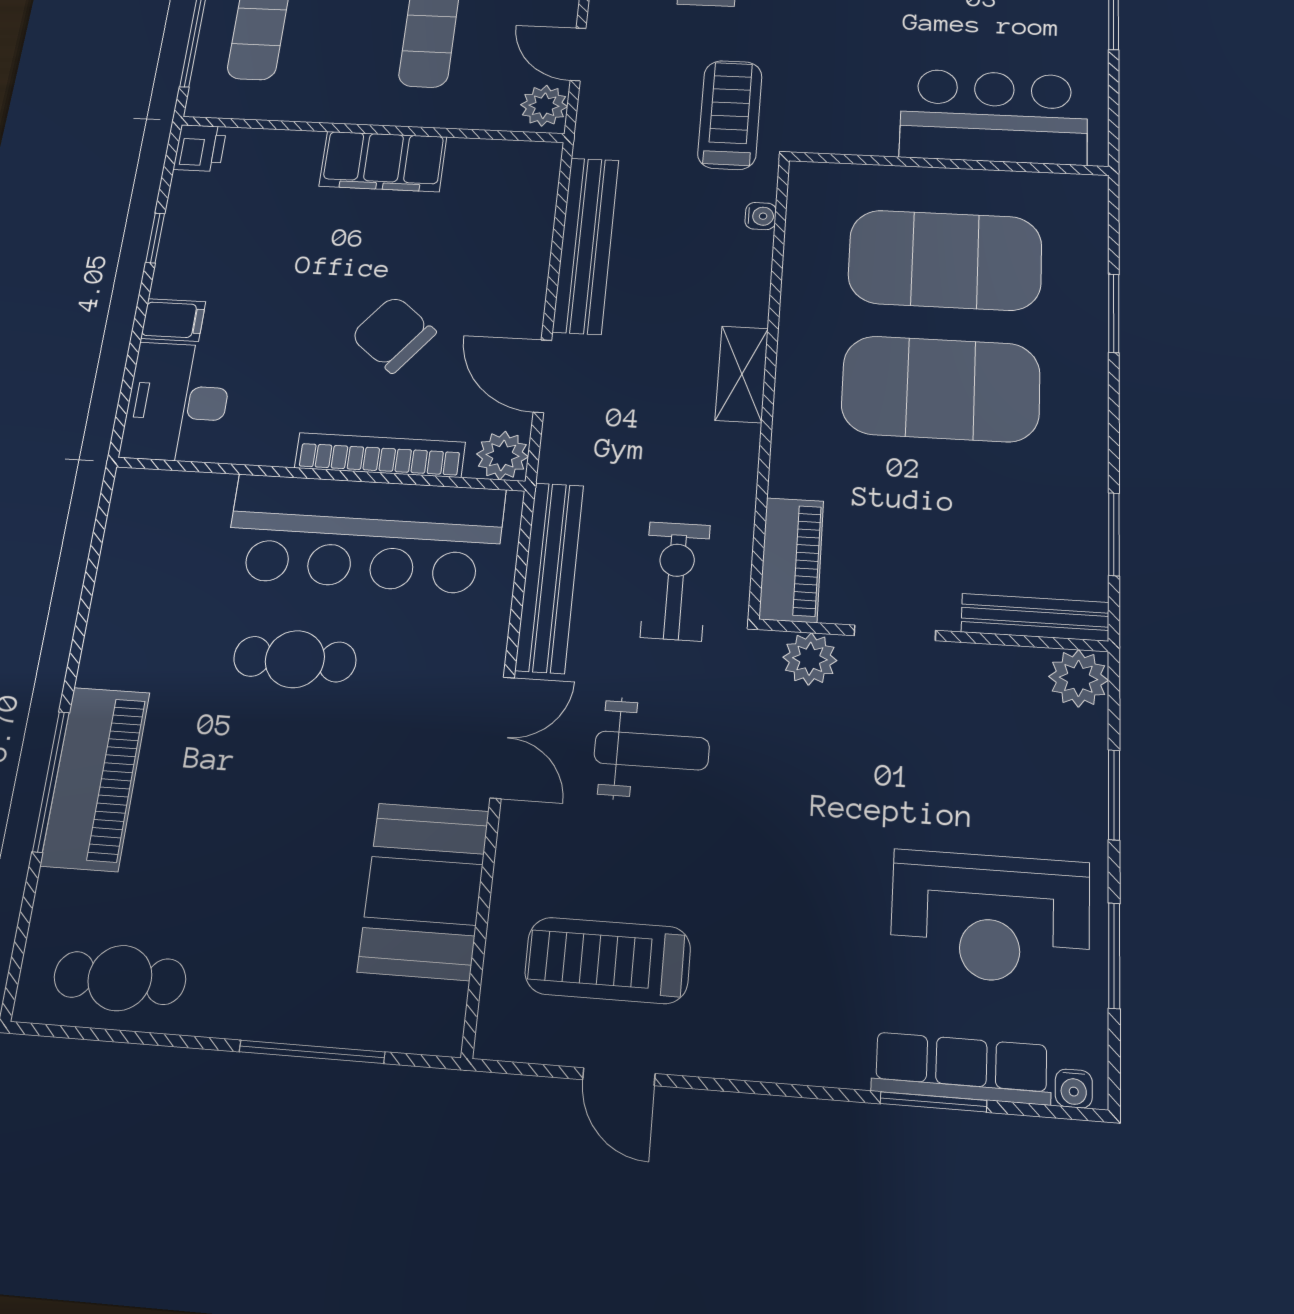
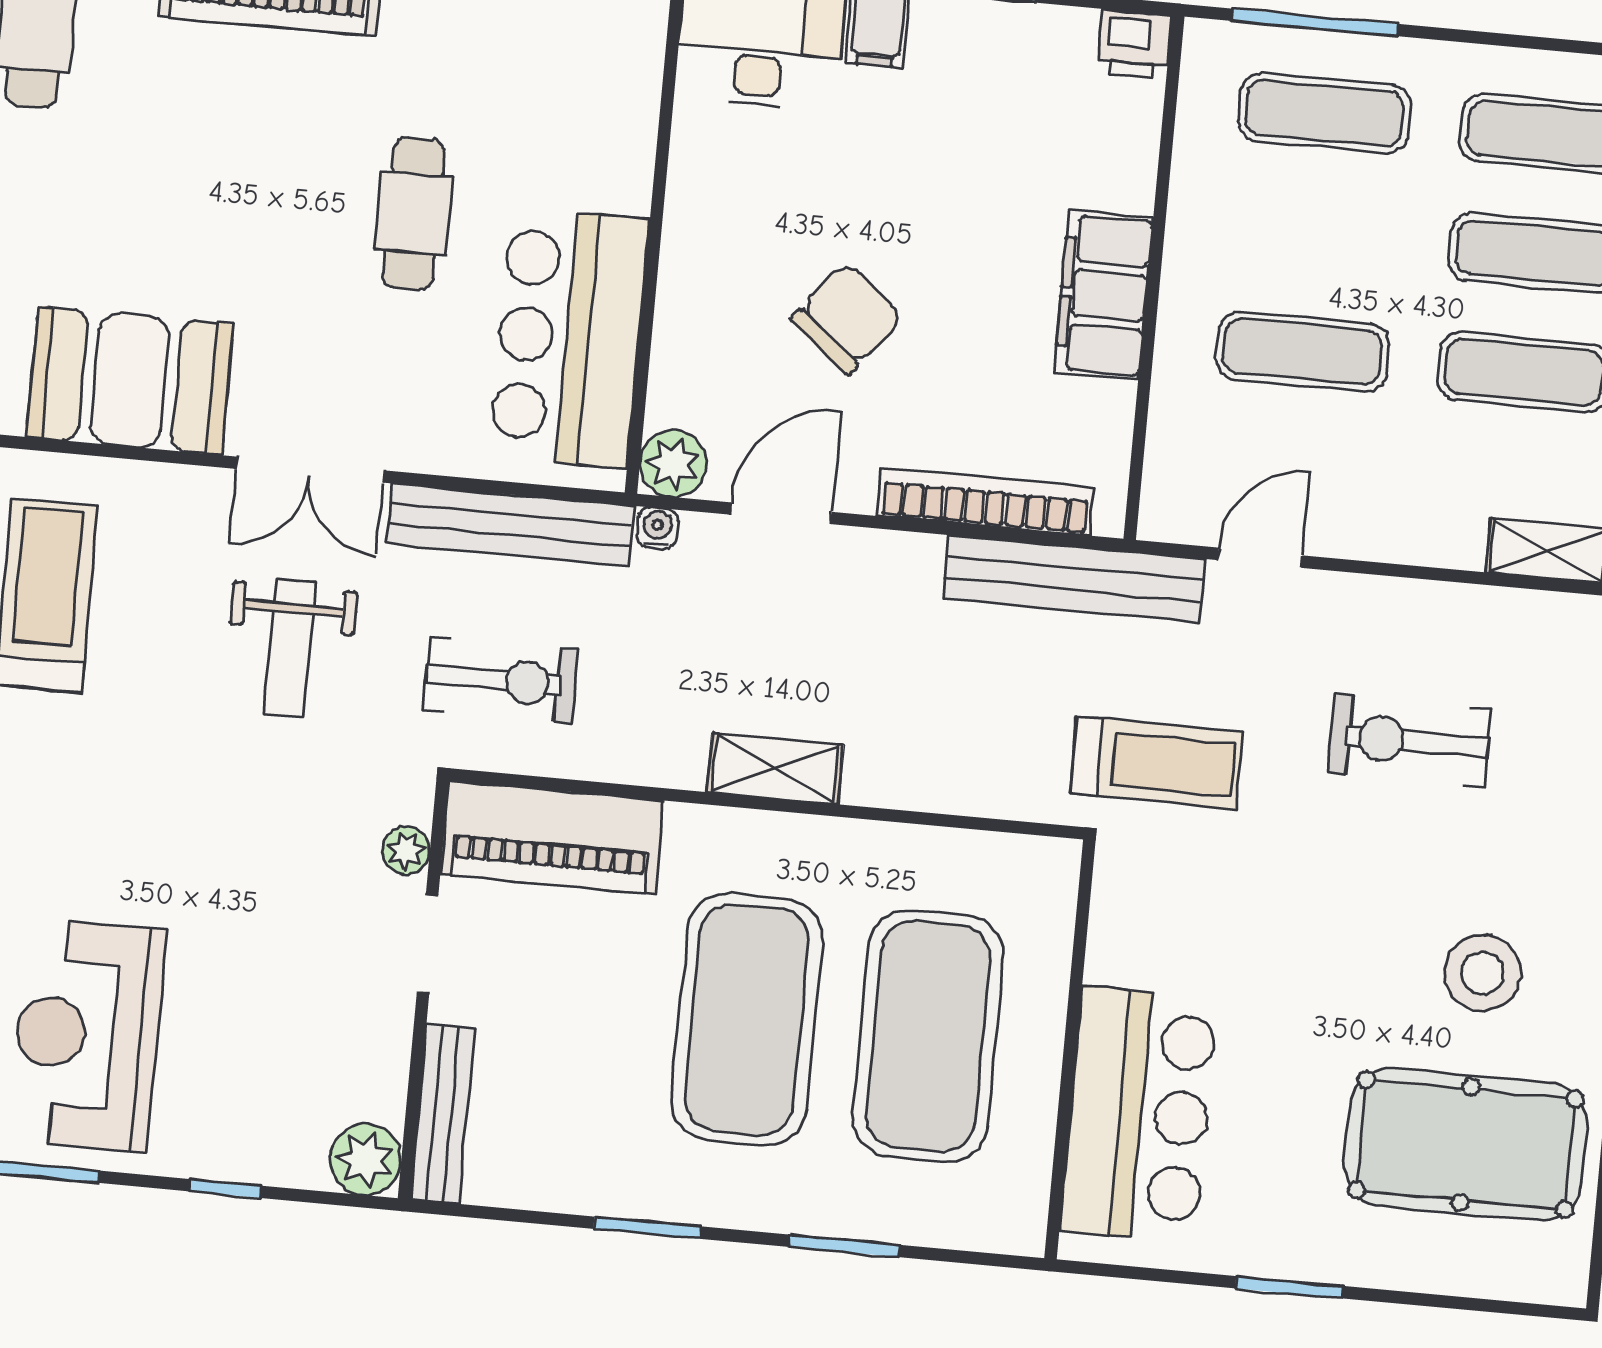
plant: (544, 106) -> (1181, 512), removed
water cooler: (761, 216) -> (657, 528), moved, turned 180
bench: (586, 245) -> (1074, 579), moved
bookcase: (380, 455) -> (985, 502), moved, turned -90
bar counter: (365, 534) -> (569, 338), width x0.73
window: (1114, 534) -> (647, 1228), moved
piano: (791, 560) -> (552, 837), width x1.37, depth x1.33
plant: (810, 659) -> (406, 850), width x0.73, depth x0.73
window: (1114, 795) -> (225, 1188), width x0.67

